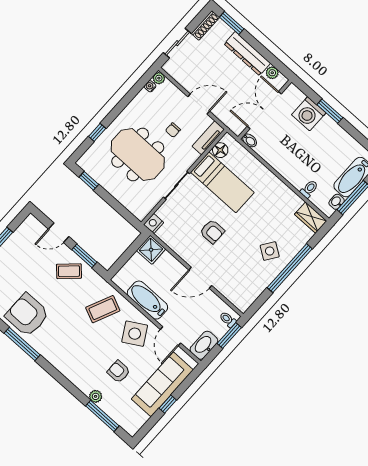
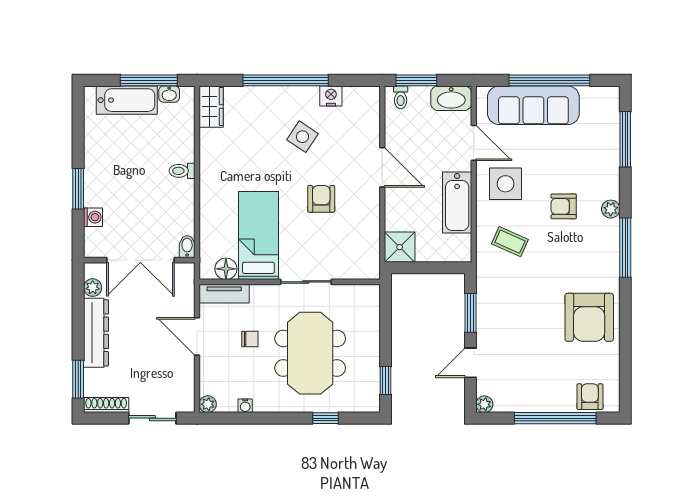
water cooler: (150, 86) -> (245, 406), moved
washing machine: (309, 114) -> (93, 217), width x0.53, depth x0.53
toilet: (309, 189) -> (182, 171), moved
plant: (31, 221) -> (484, 404), added
nightstand: (154, 224) -> (331, 96), moved, turned 180
door: (59, 233) -> (470, 363), swing flipped
side table: (270, 251) -> (302, 137), moved
coffee table: (69, 271) -> (502, 315), removed
coffee table: (103, 309) -> (510, 242), width x0.73, depth x0.77
side table: (135, 334) -> (506, 184), turned 30
door: (170, 336) -> (474, 143), hinge flipped
window: (22, 344) -> (625, 248), moved
armchair: (119, 372) -> (564, 206), moved, turned 90
plant: (96, 396) -> (611, 209), moved
window: (168, 404) -> (549, 80), width x3.17

